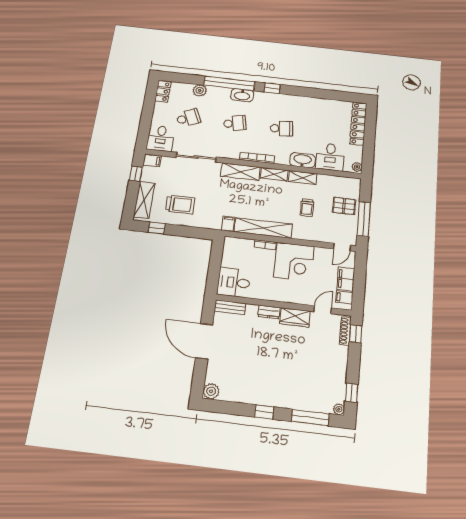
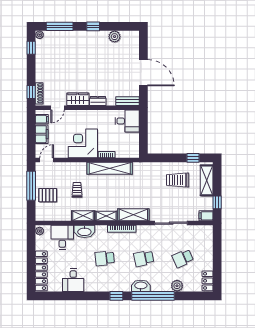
desk: (161, 138) -> (73, 280), moved, turned 180
filing cabinet: (228, 224) -> (138, 168), removed
plant: (211, 391) -> (115, 37), moved

